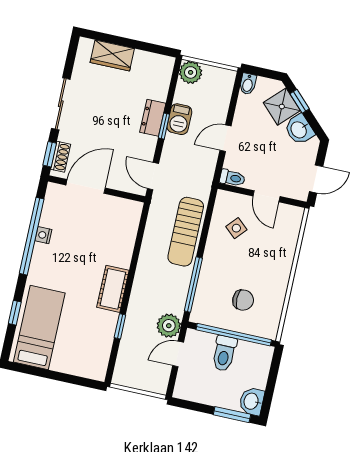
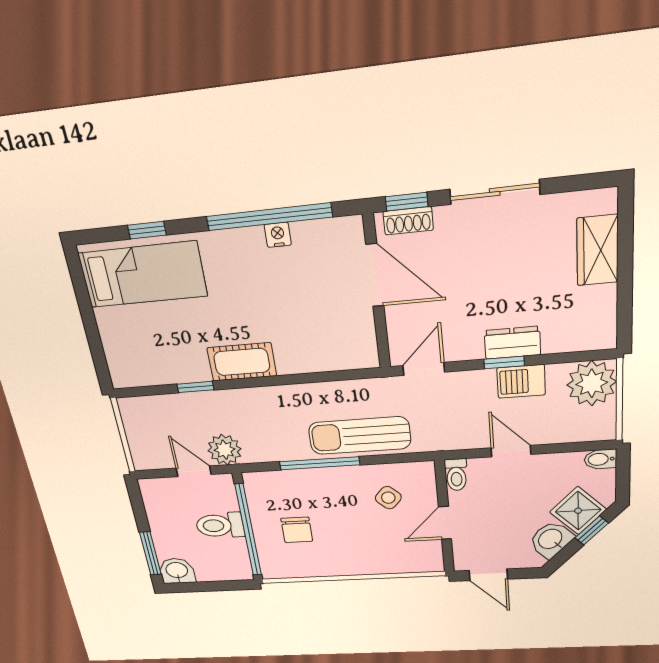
plant: (191, 72) -> (592, 383), width x1.36, depth x1.36
window: (193, 284) -> (320, 463), moved

